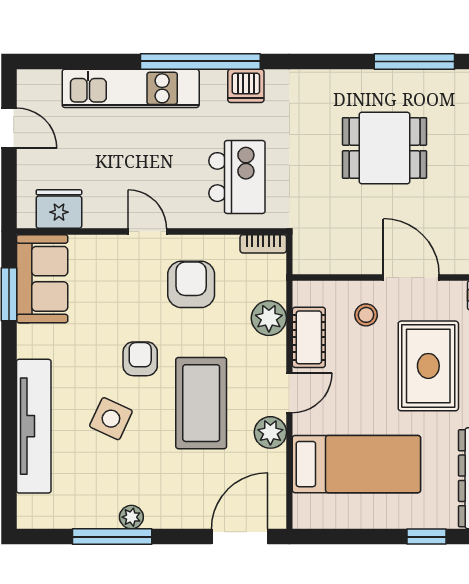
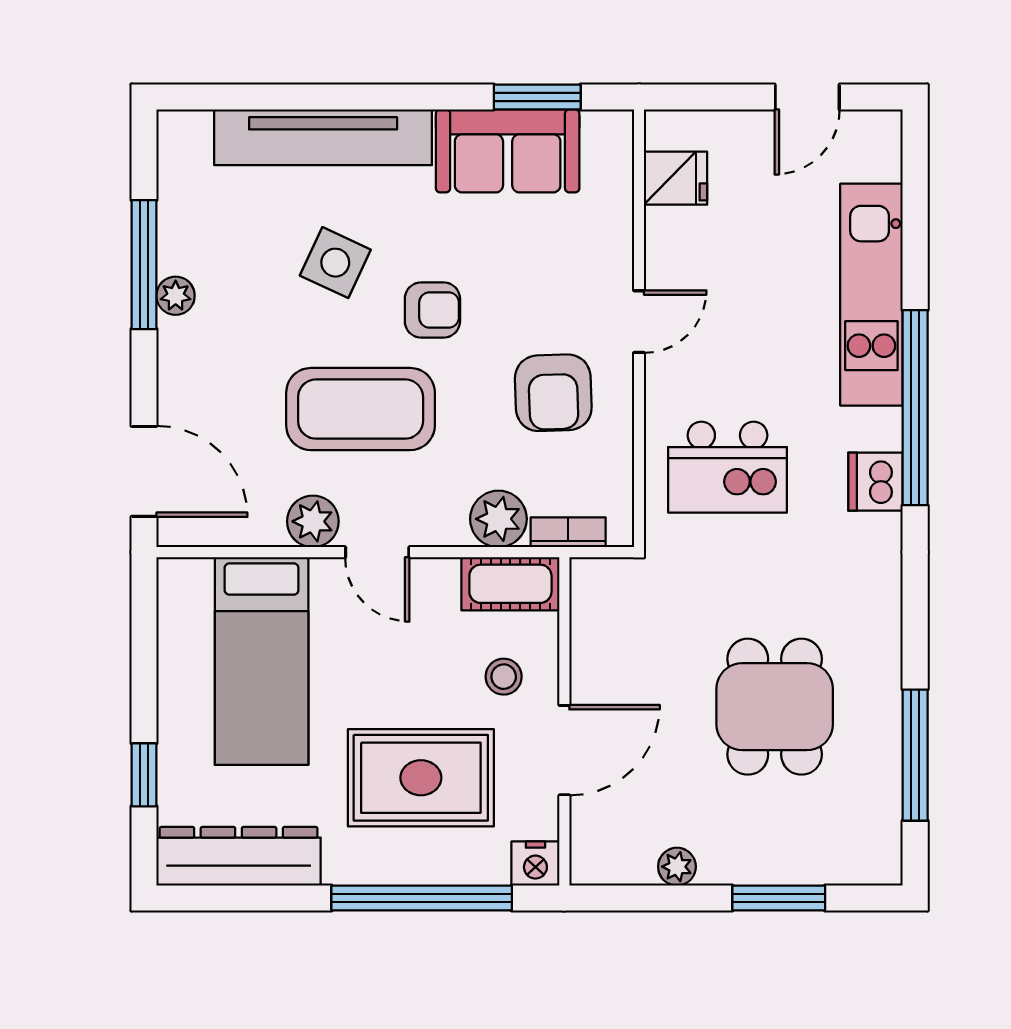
fridge: (59, 209) -> (676, 178), width x0.72
bookcase: (263, 244) -> (568, 532), moved, turned 90
sofa: (42, 279) -> (508, 151), moved
armchair: (191, 284) -> (553, 393), turned 88
cot: (309, 337) -> (510, 584), moved

